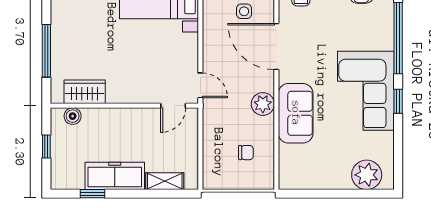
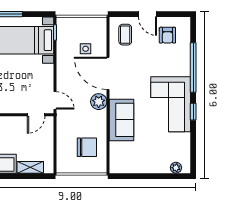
plant: (263, 104) -> (99, 102), moved
chair: (246, 153) -> (87, 147), width x1.87, depth x1.87
plant: (367, 175) -> (176, 168), width x0.53, depth x0.53

